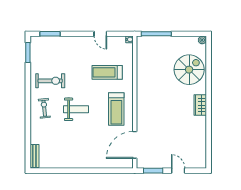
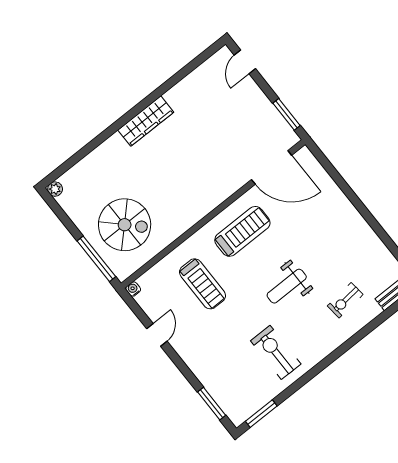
spiral stairs: (189, 70) -> (125, 225), moved, turned 180
wardrobe: (200, 105) -> (146, 121), width x1.50
exercise bike: (44, 108) -> (345, 300), moved
weight bench: (76, 109) -> (287, 286), turned -90
door: (178, 171) -> (245, 62), moved

